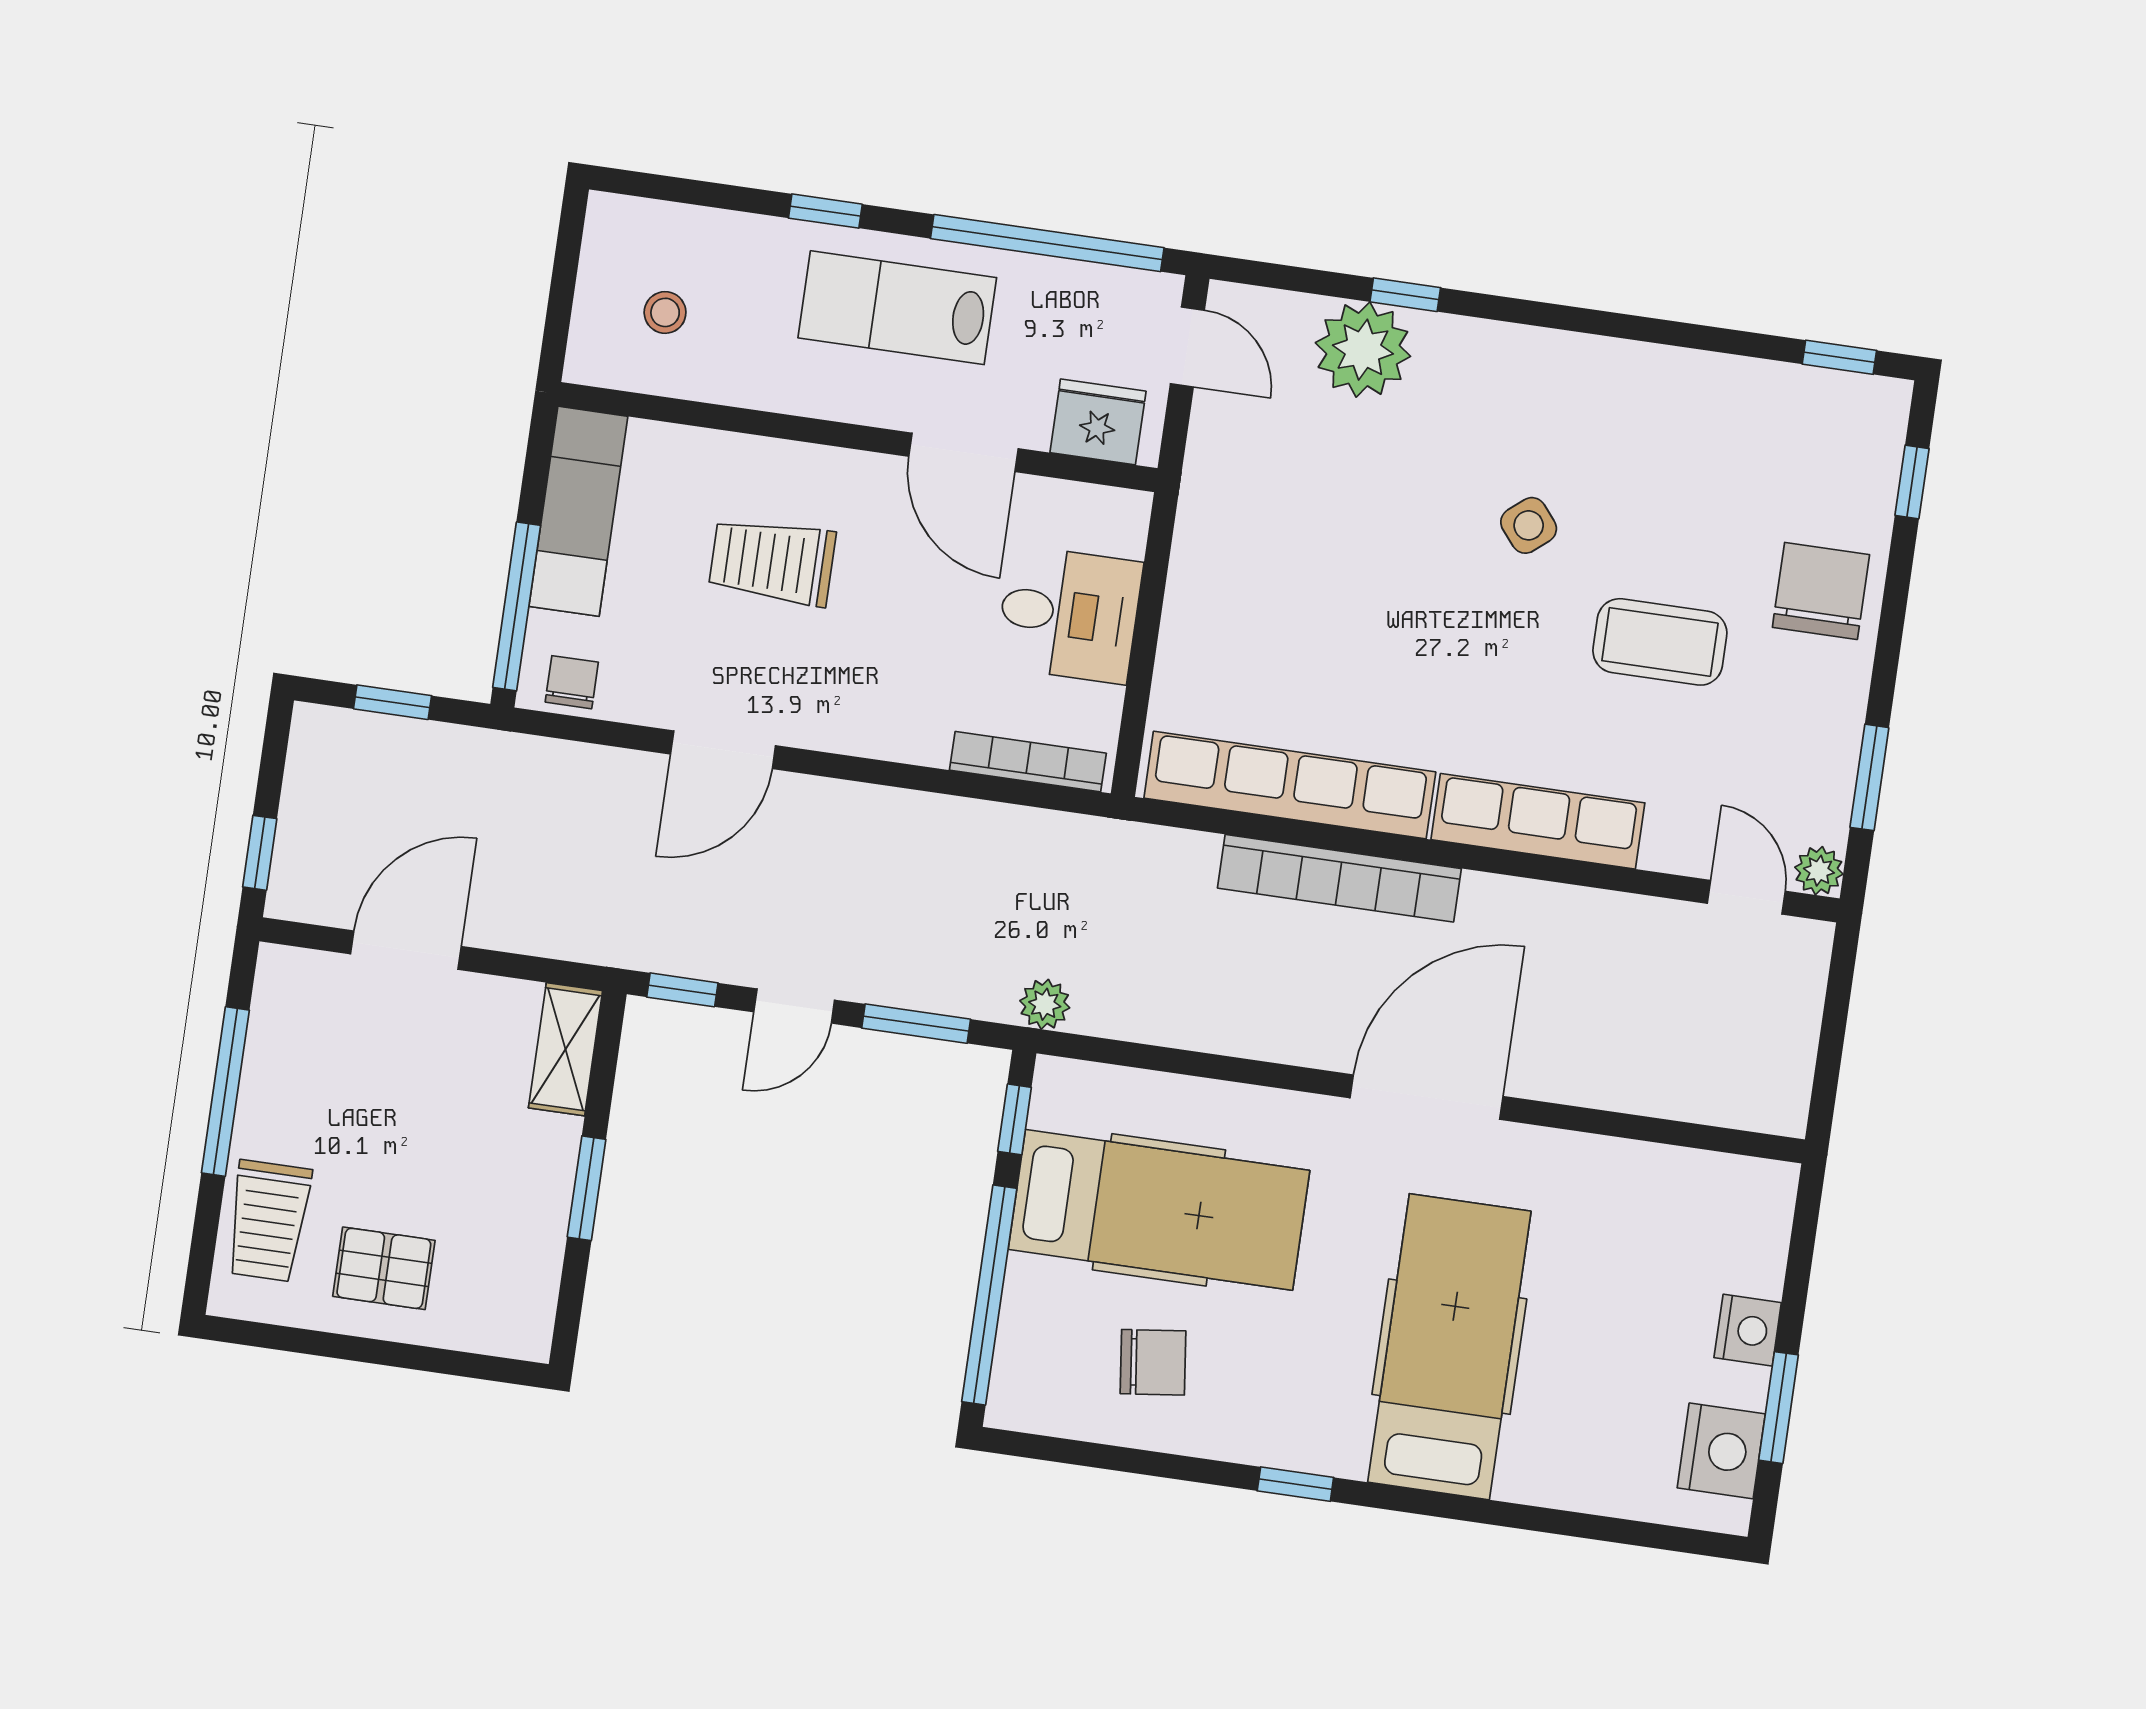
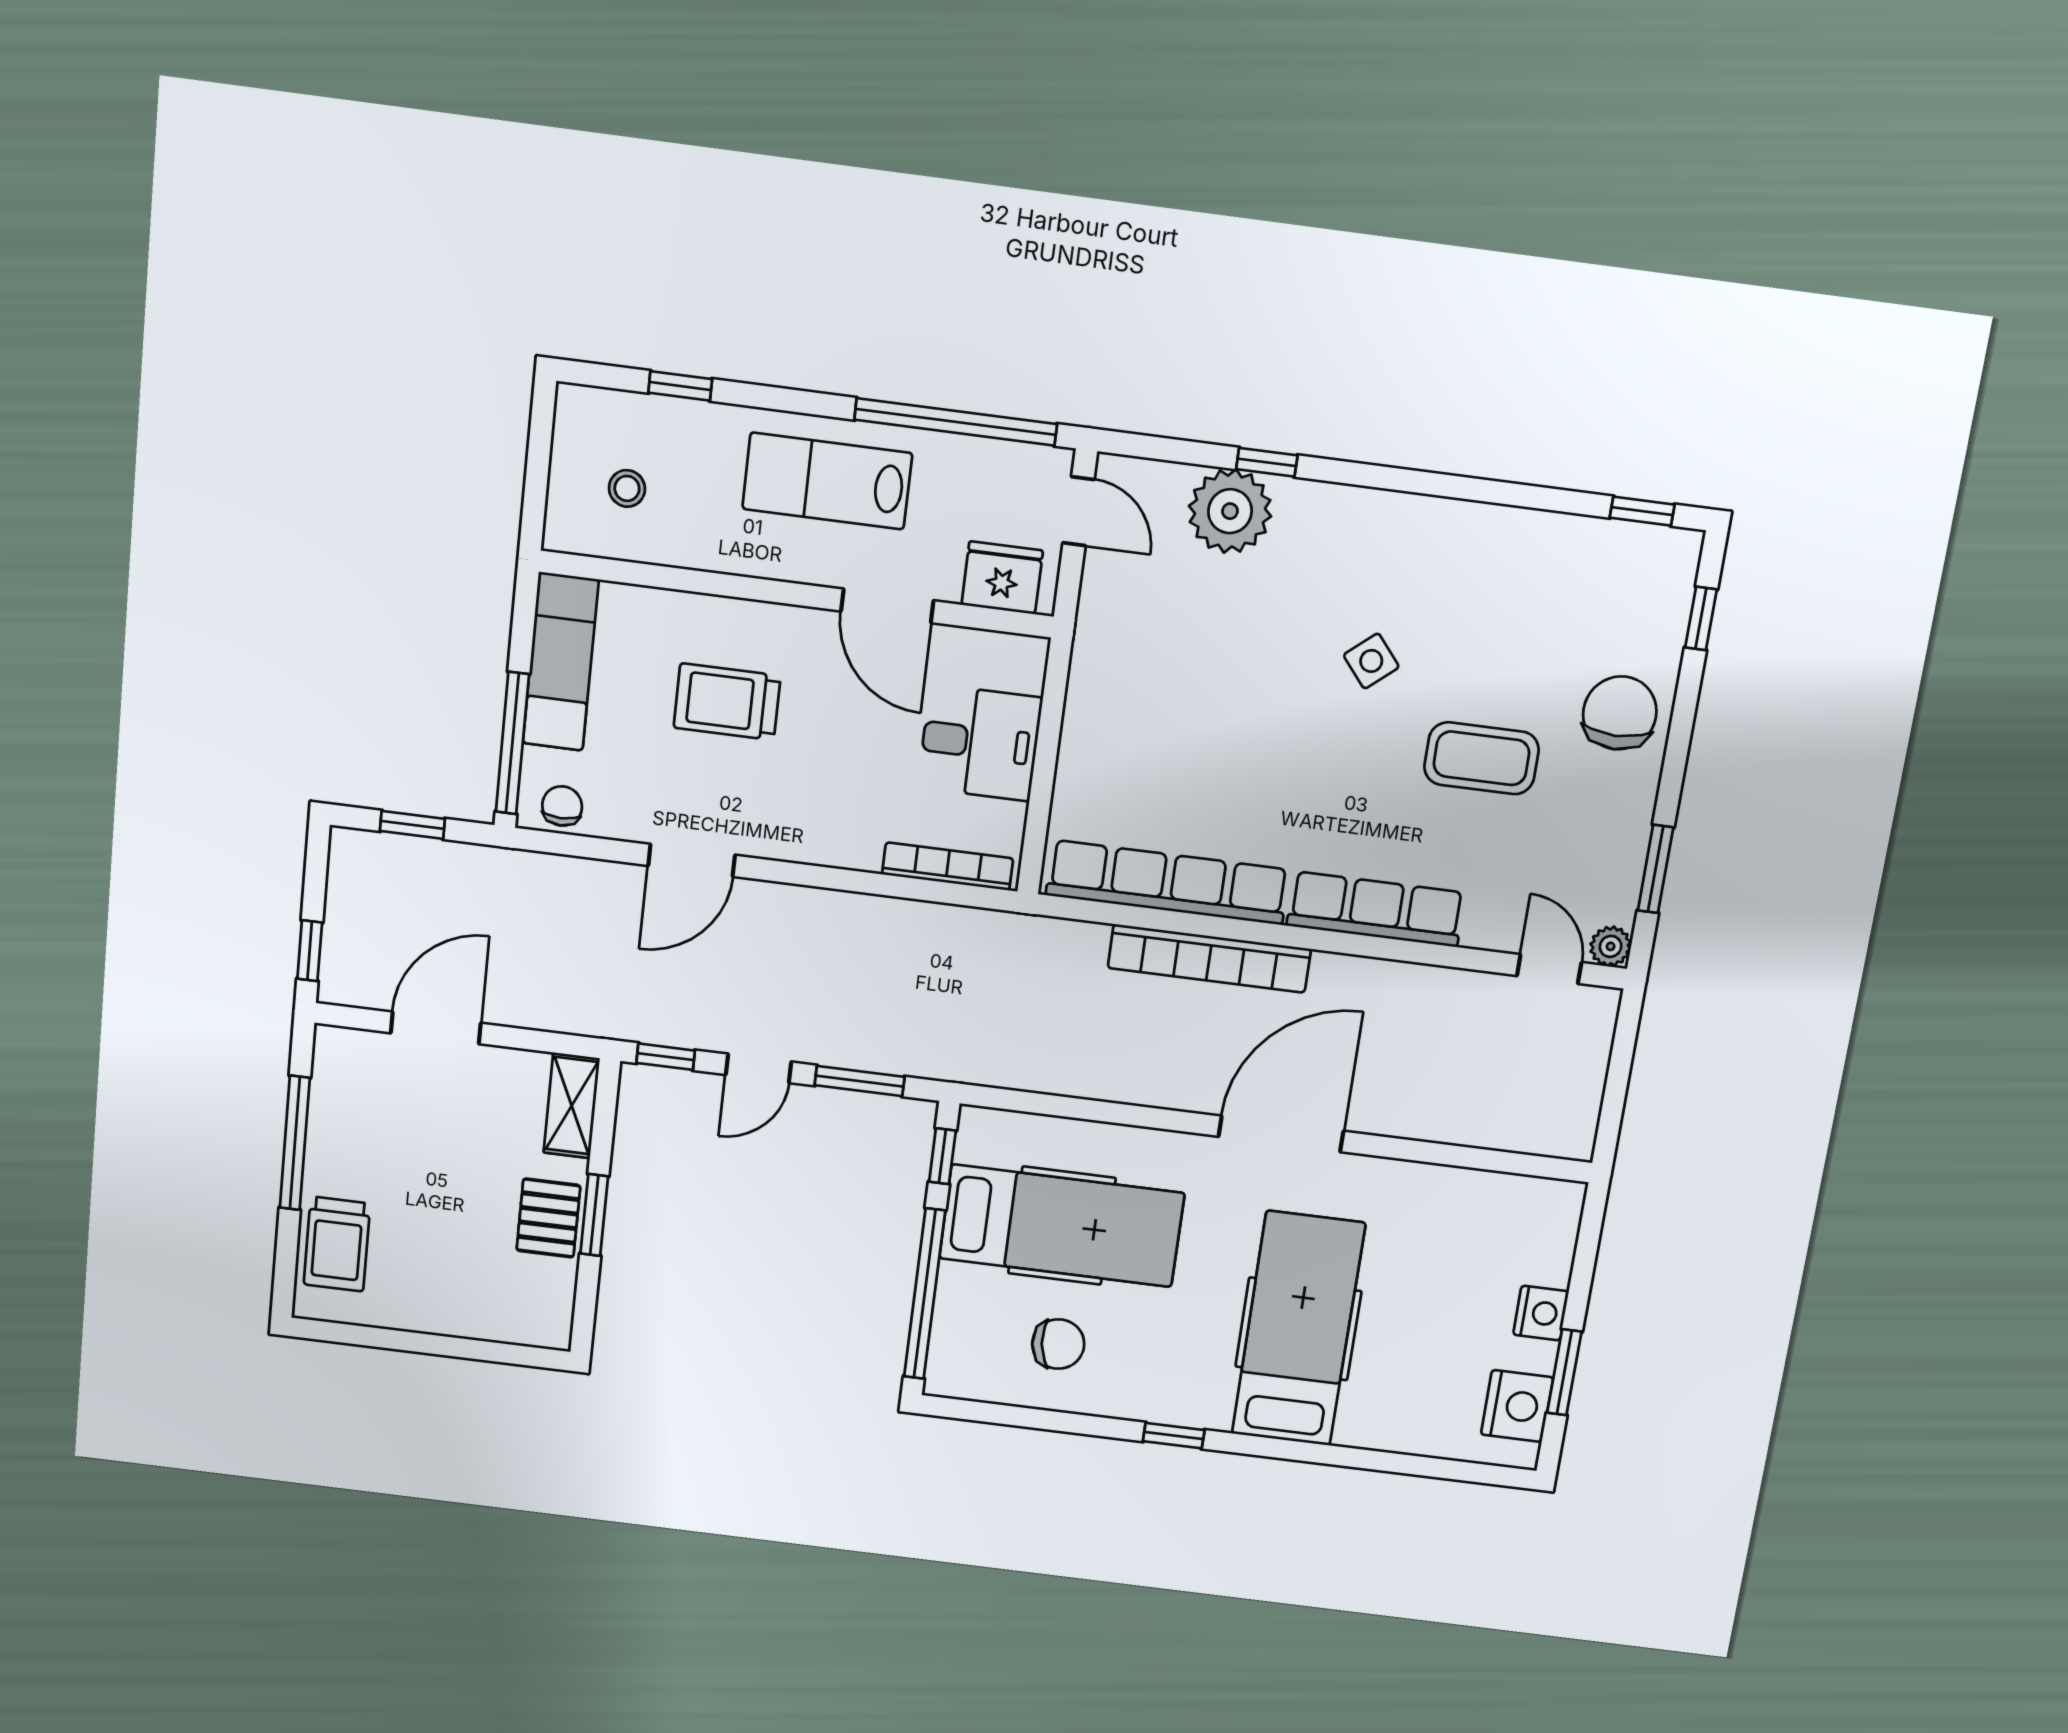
window: (825, 211) -> (680, 386), moved
plant: (1045, 1004) -> (965, 1064), removed
pallet: (384, 1268) -> (548, 1218), moved, turned 90

